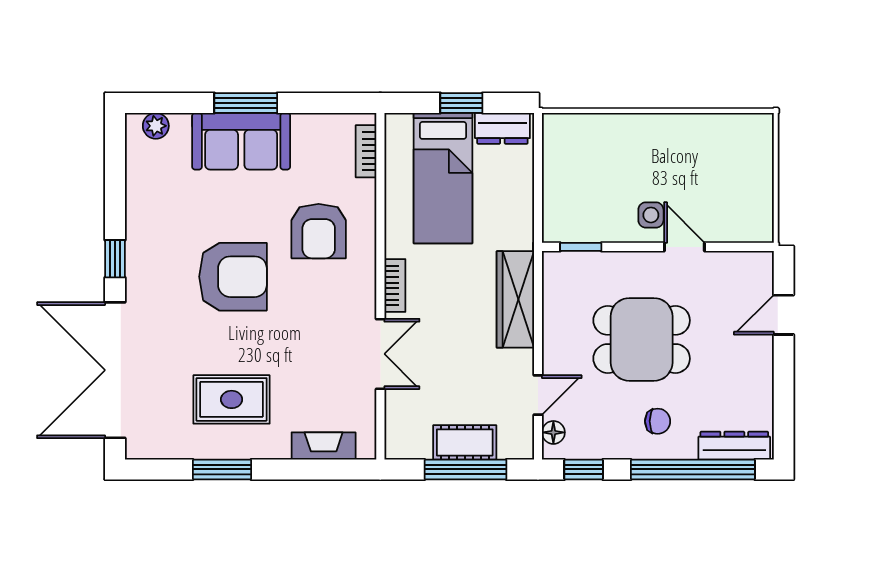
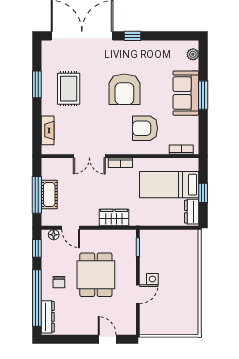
wardrobe: (515, 299) -> (114, 217), width x0.67

